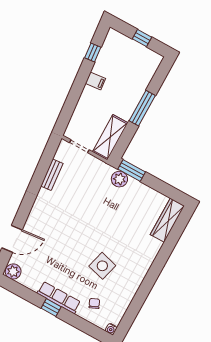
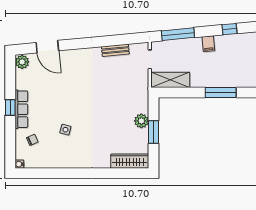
window: (70, 105) -> (178, 34), added
window: (142, 108) -> (221, 93), moved
window: (132, 171) -> (153, 132), moved
plant: (119, 179) -> (141, 121), moved
side table: (102, 266) -> (65, 130), width x0.54, depth x0.54

